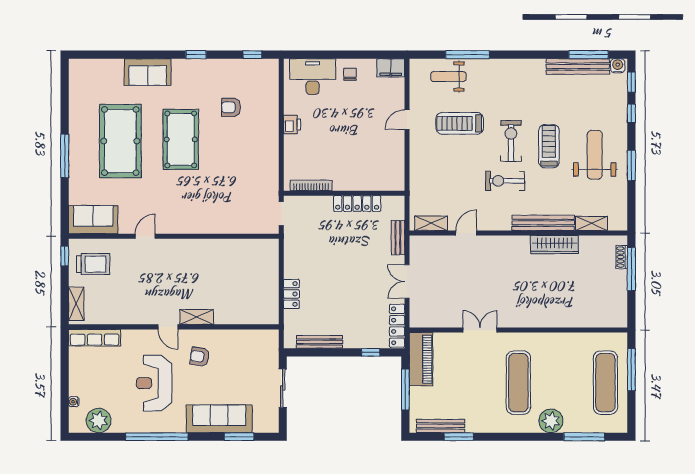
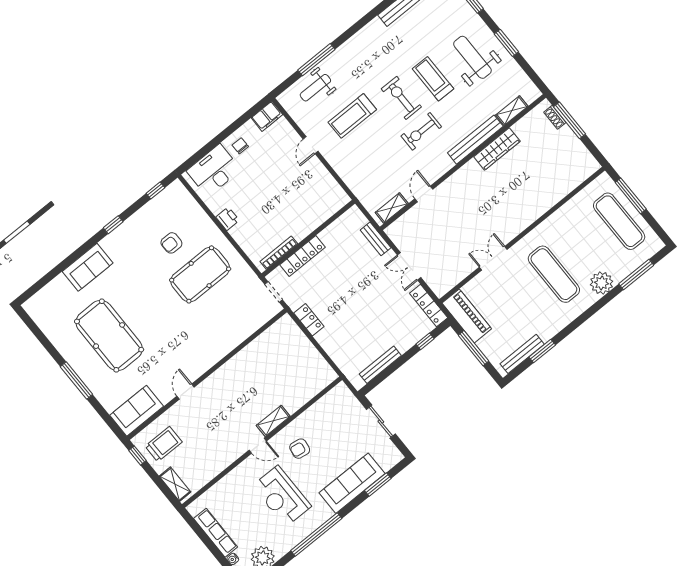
pool table: (181, 139) -> (200, 274), moved, turned 90
locker: (357, 204) -> (302, 256), moved
locker: (291, 294) -> (309, 320), moved
row of seats: (95, 338) -> (216, 533), moved, turned -90

